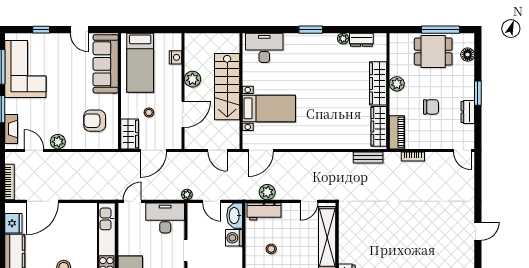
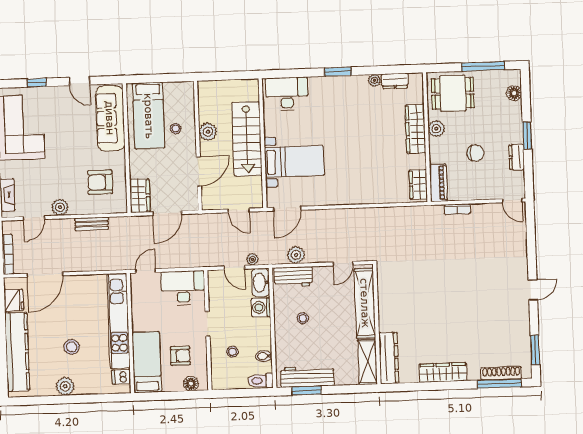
dining table: (433, 52) -> (453, 93), moved
nightstand: (175, 57) -> (188, 108), removed
stool: (149, 112) -> (176, 128), moved
wardrobe: (379, 126) -> (418, 184), width x0.67
door: (34, 150) -> (34, 218), swing flipped
bench: (368, 158) -> (92, 224), moved
plant: (187, 195) -> (252, 259), moved

